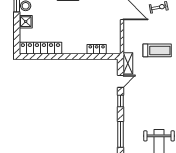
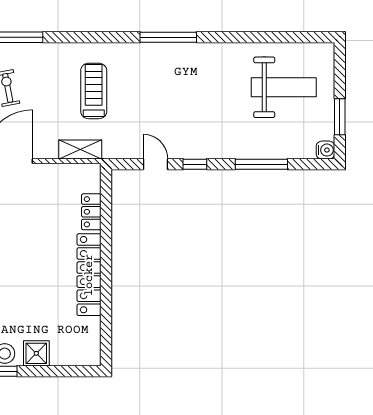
locker: (40, 48) -> (89, 275), moved
shelving: (128, 63) -> (80, 150), moved

